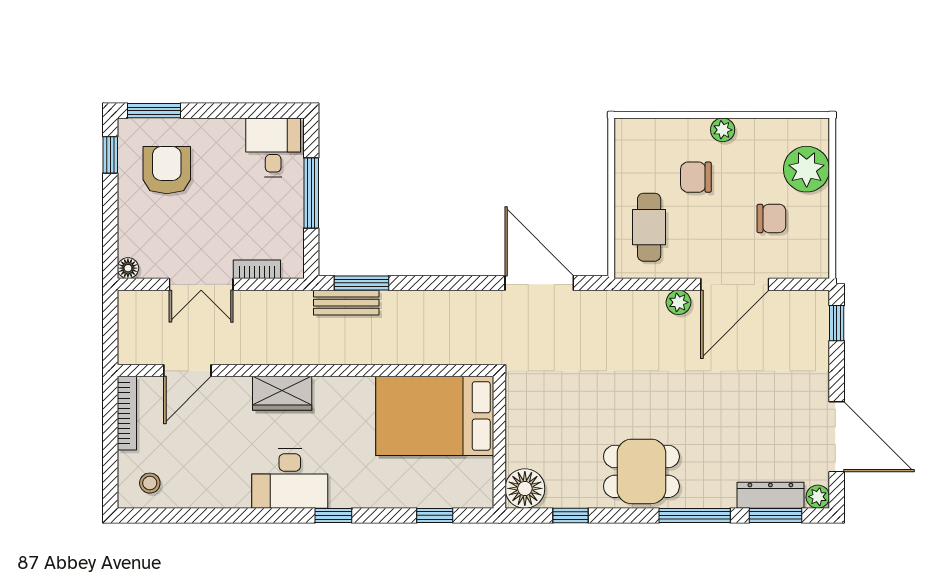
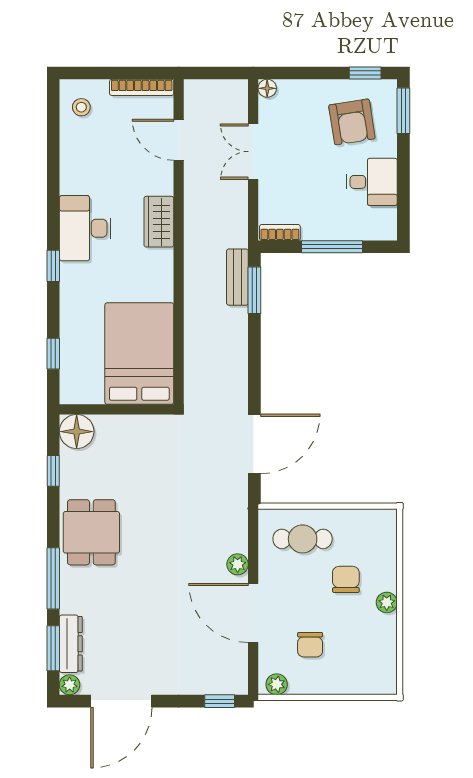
desk: (273, 147) -> (372, 182), moved
plant: (807, 169) -> (277, 684), moved, width x0.53, depth x0.53
armchair: (167, 170) -> (352, 122), turned 81
bookcase: (257, 269) -> (280, 232), moved, turned -90

